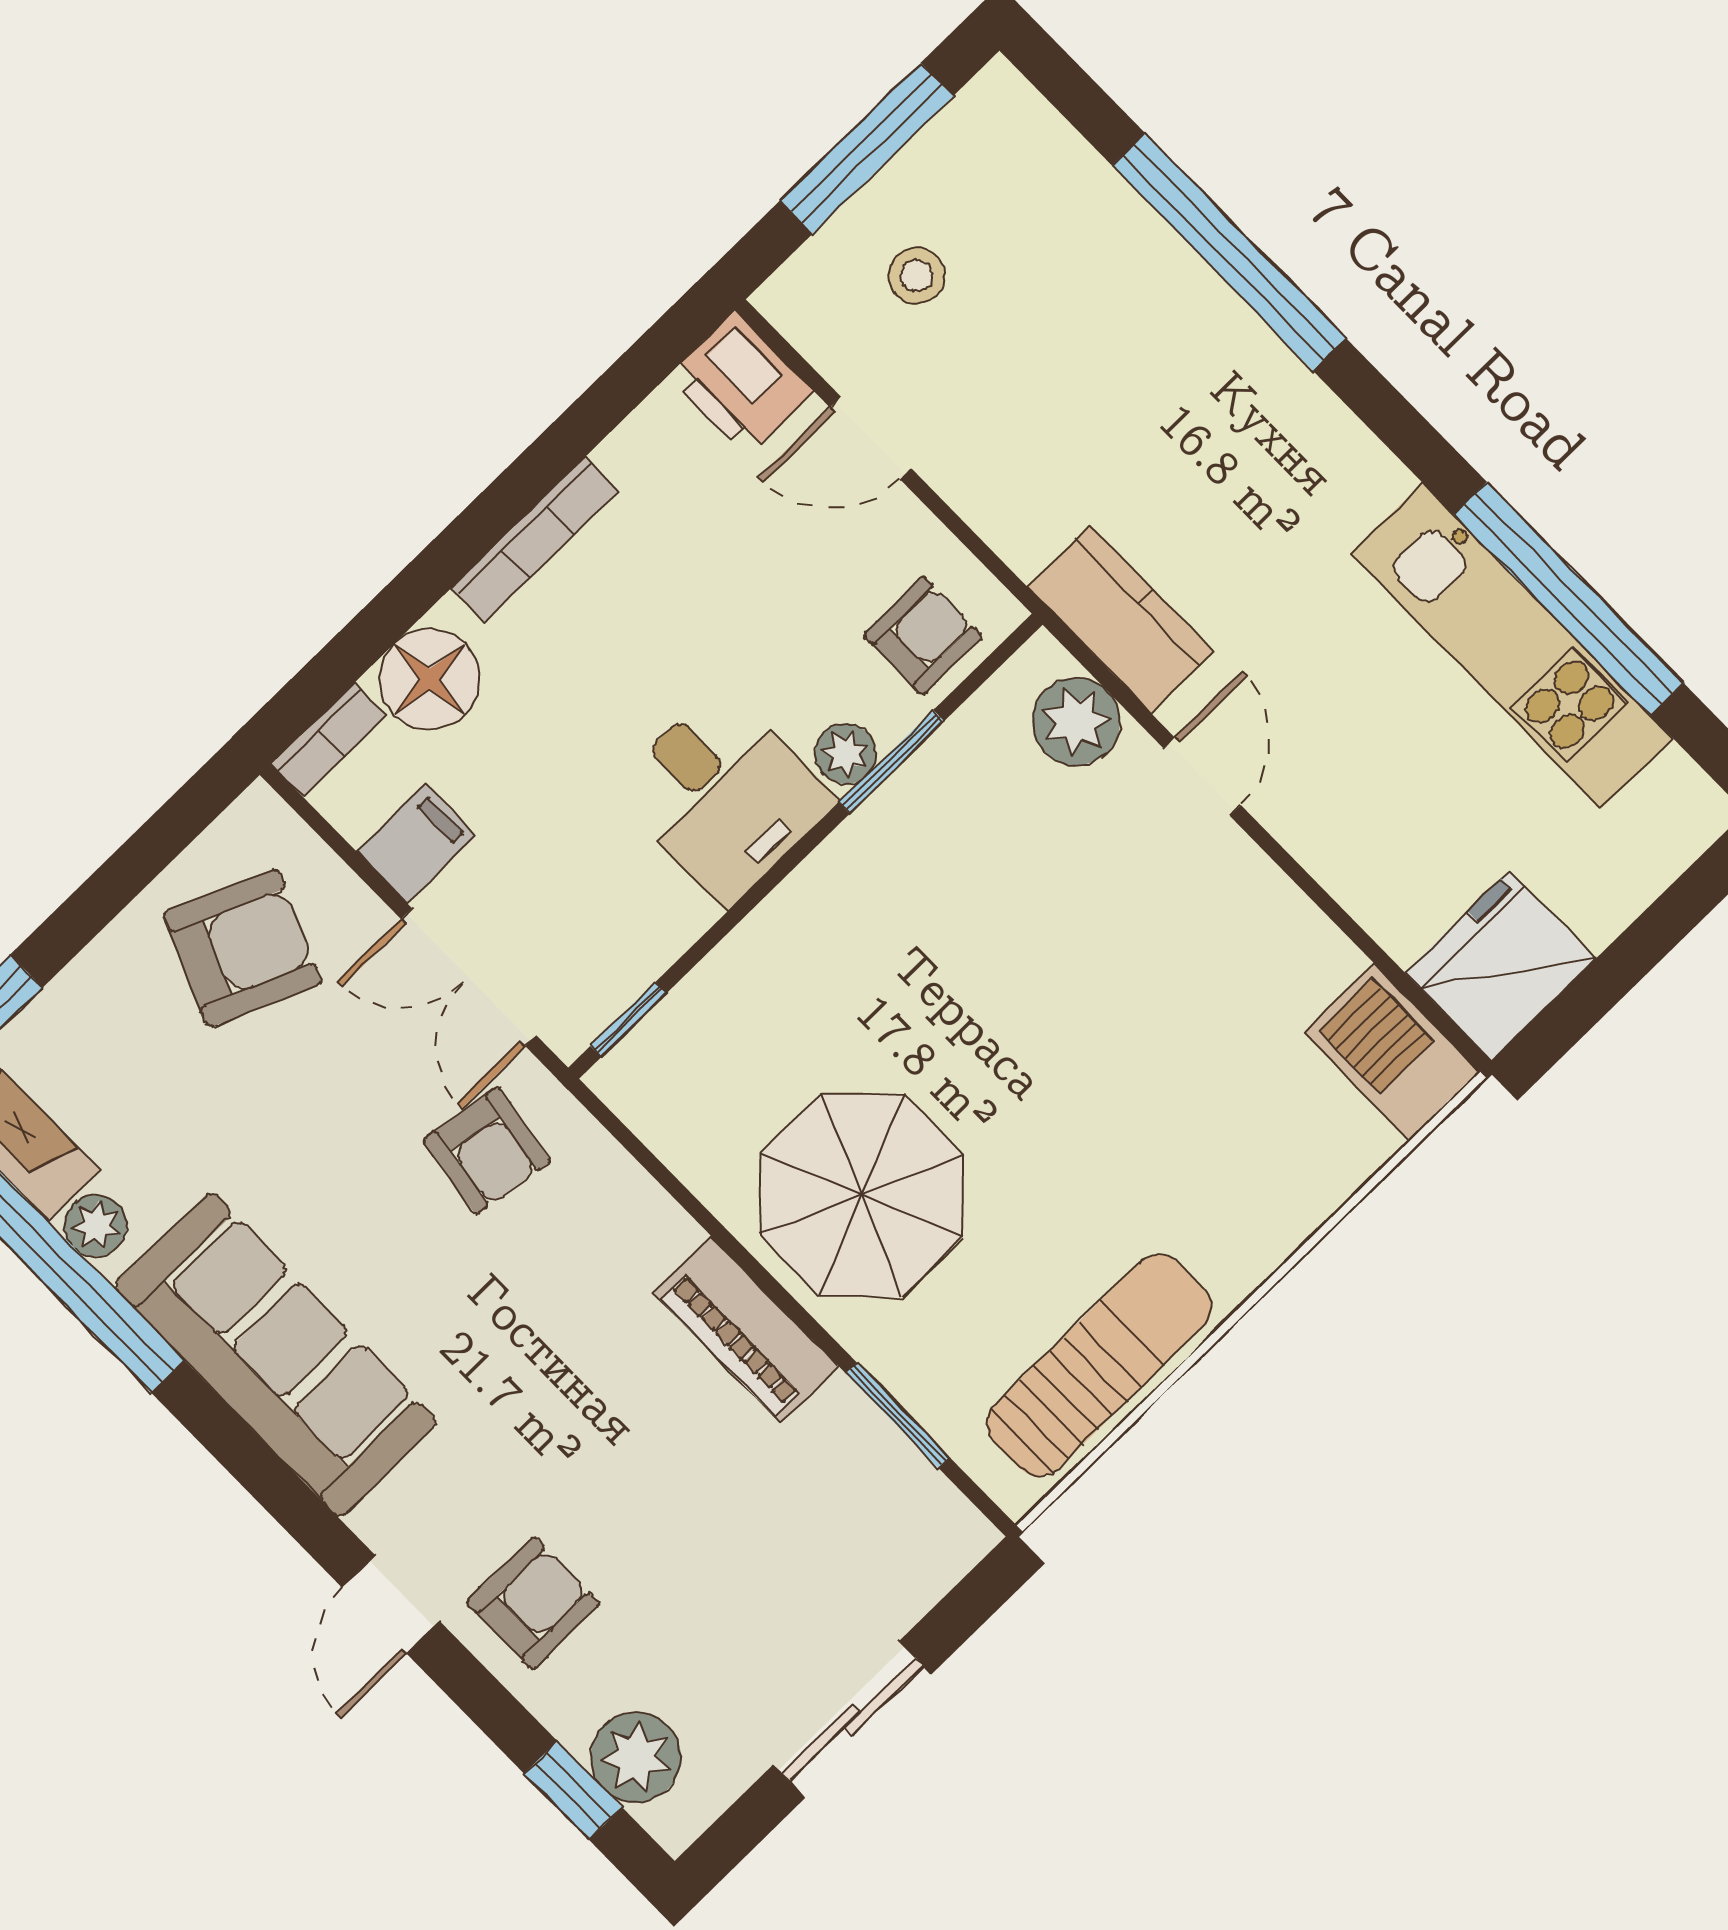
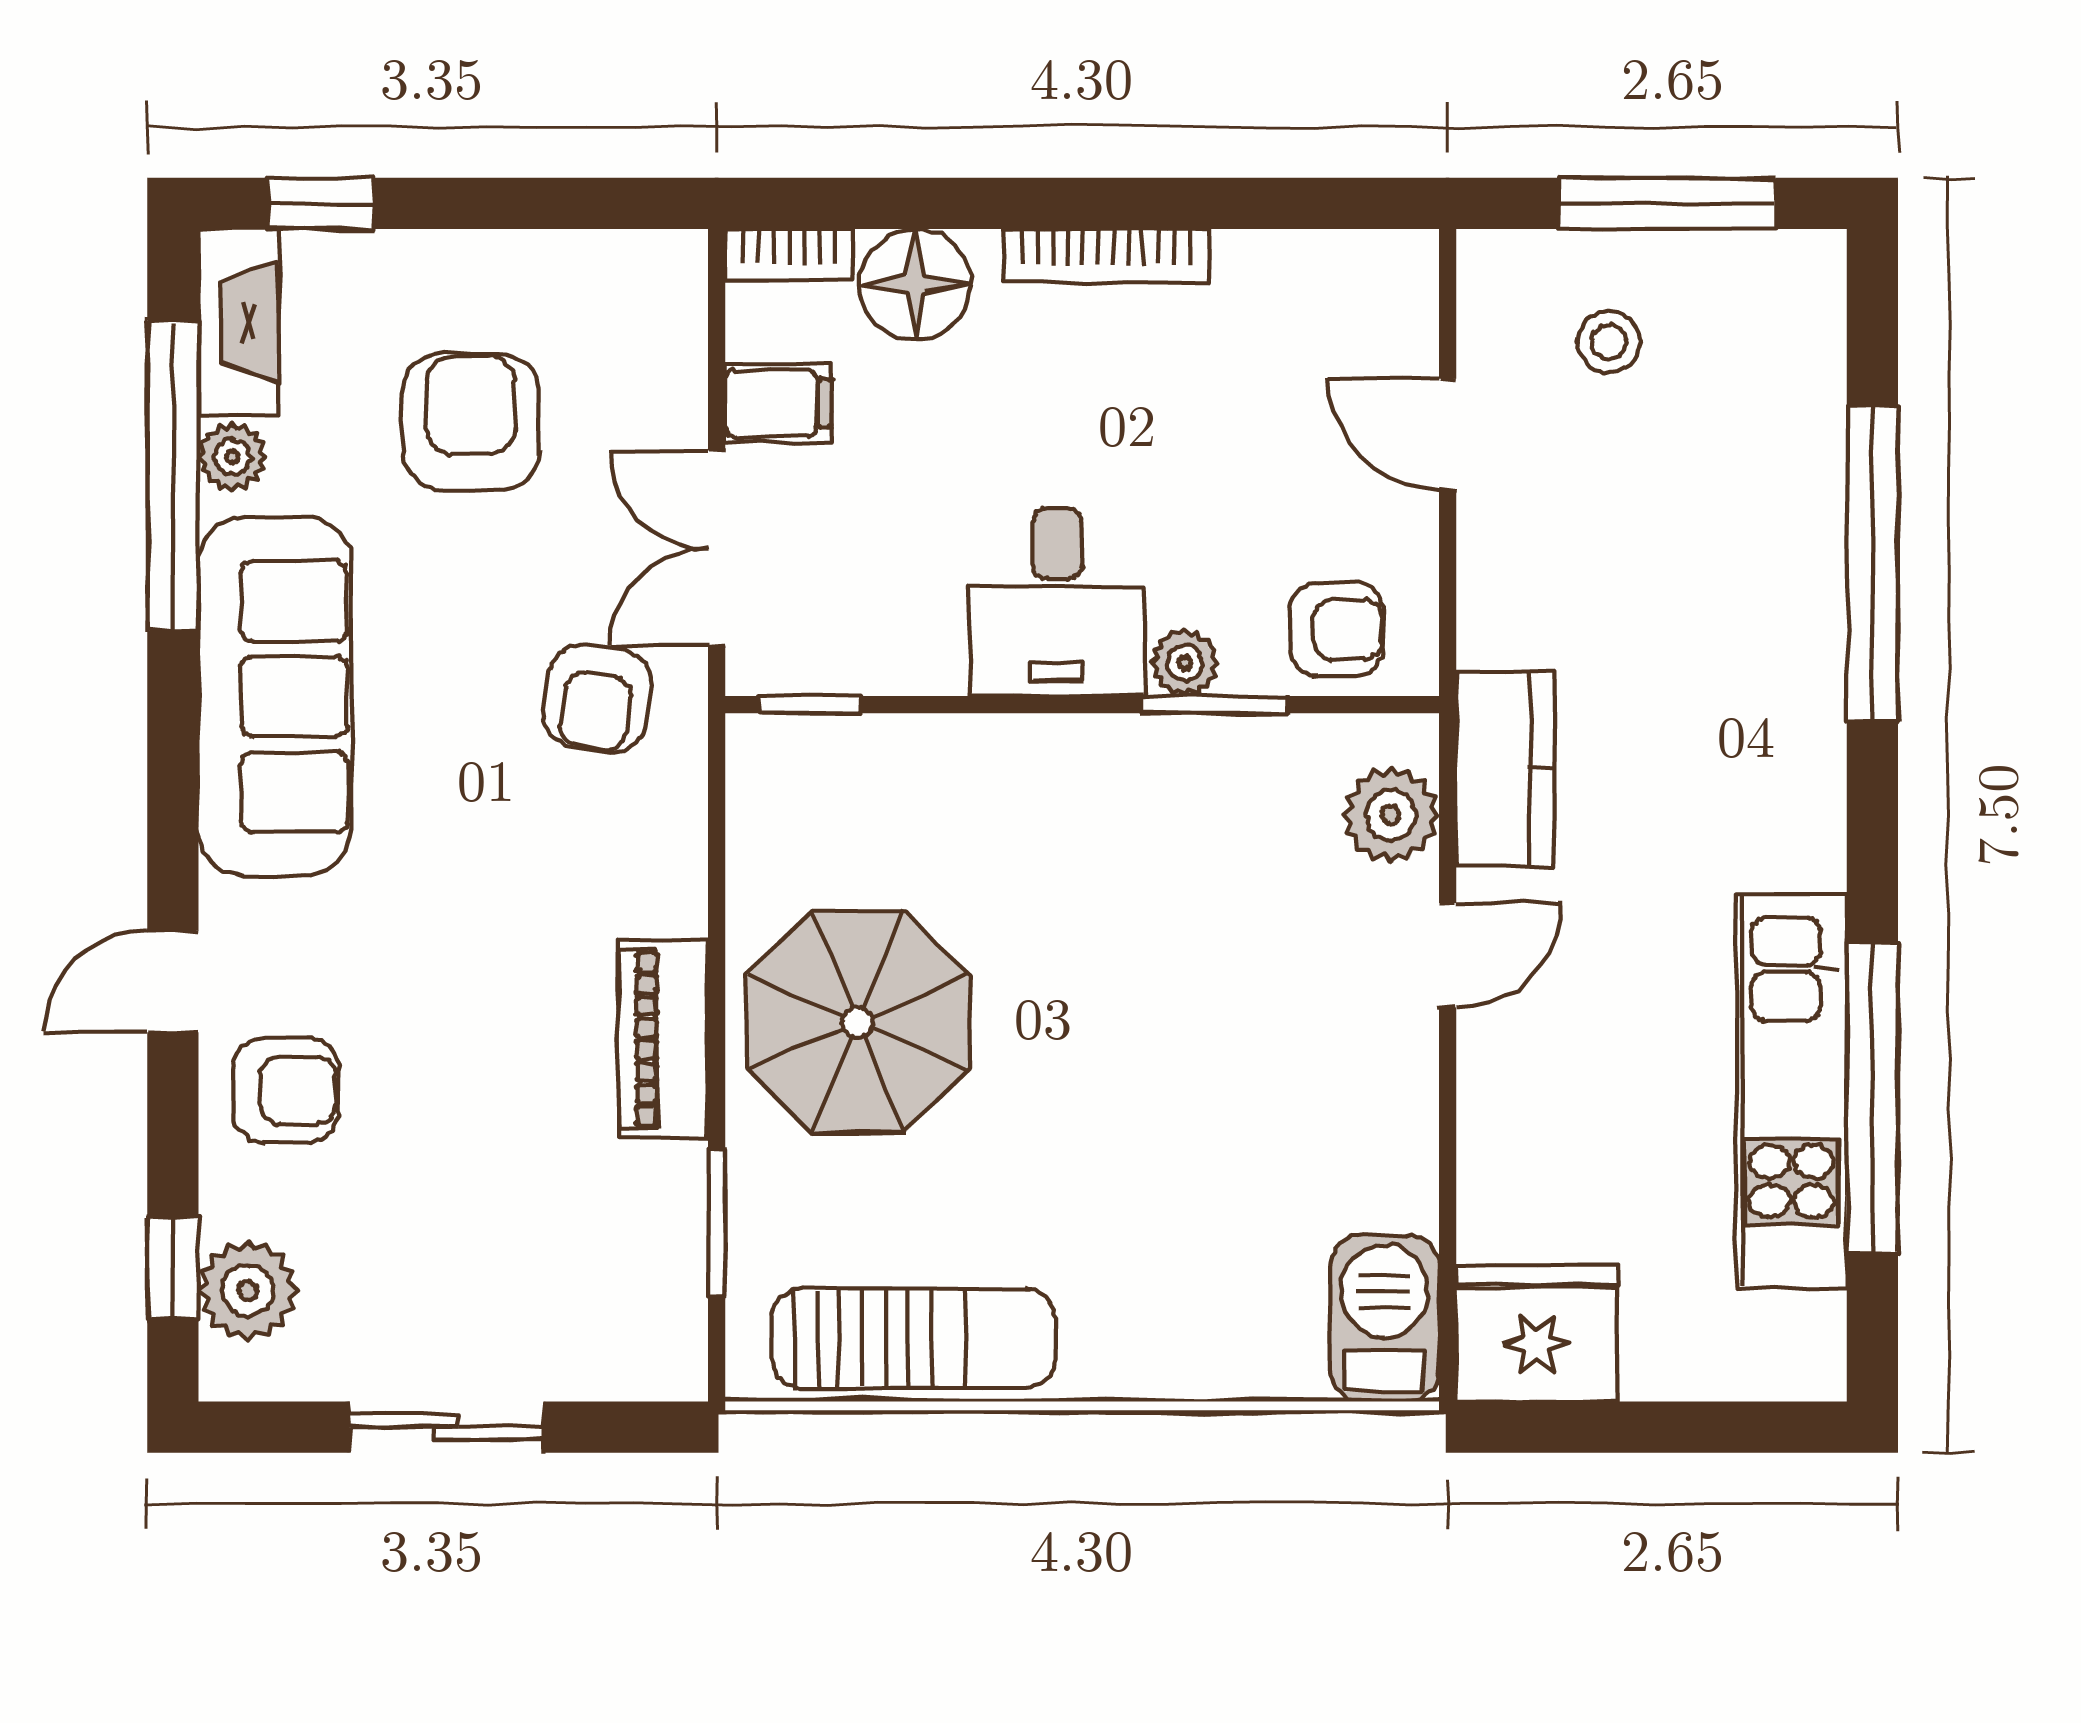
printer: (741, 383) -> (1387, 291), removed
armchair: (243, 948) -> (471, 422), moved, turned -113

